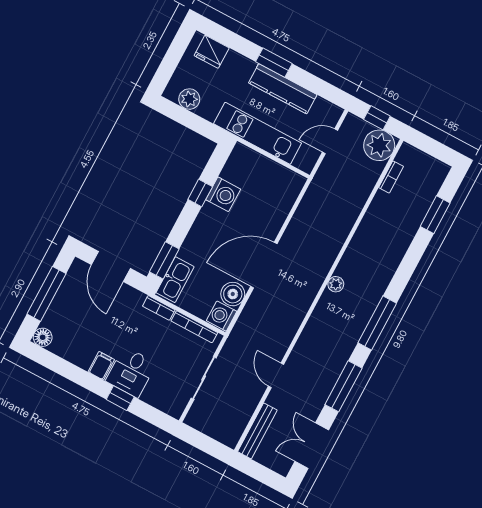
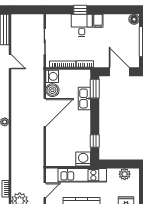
window: (200, 193) -> (95, 141), moved
washing machine: (223, 194) -> (83, 159), moved, turned 90
kitchen sink: (175, 280) -> (84, 99), moved

